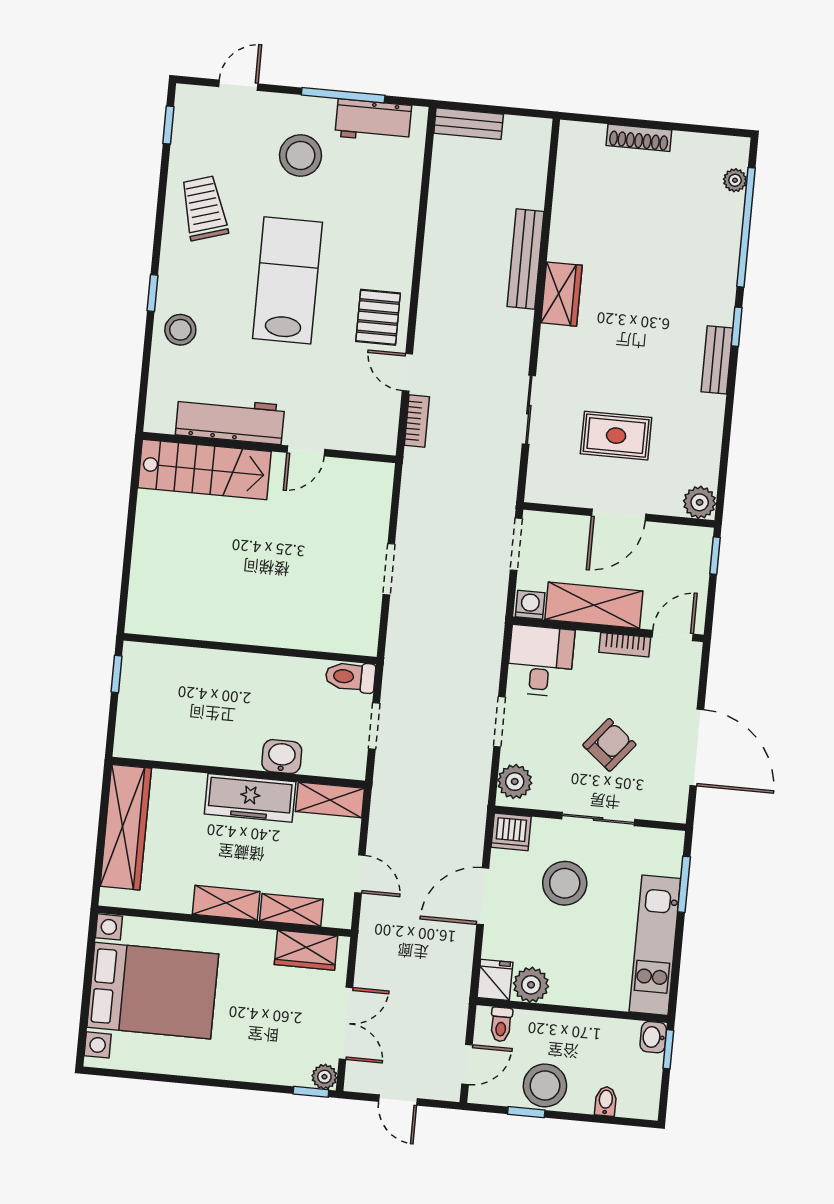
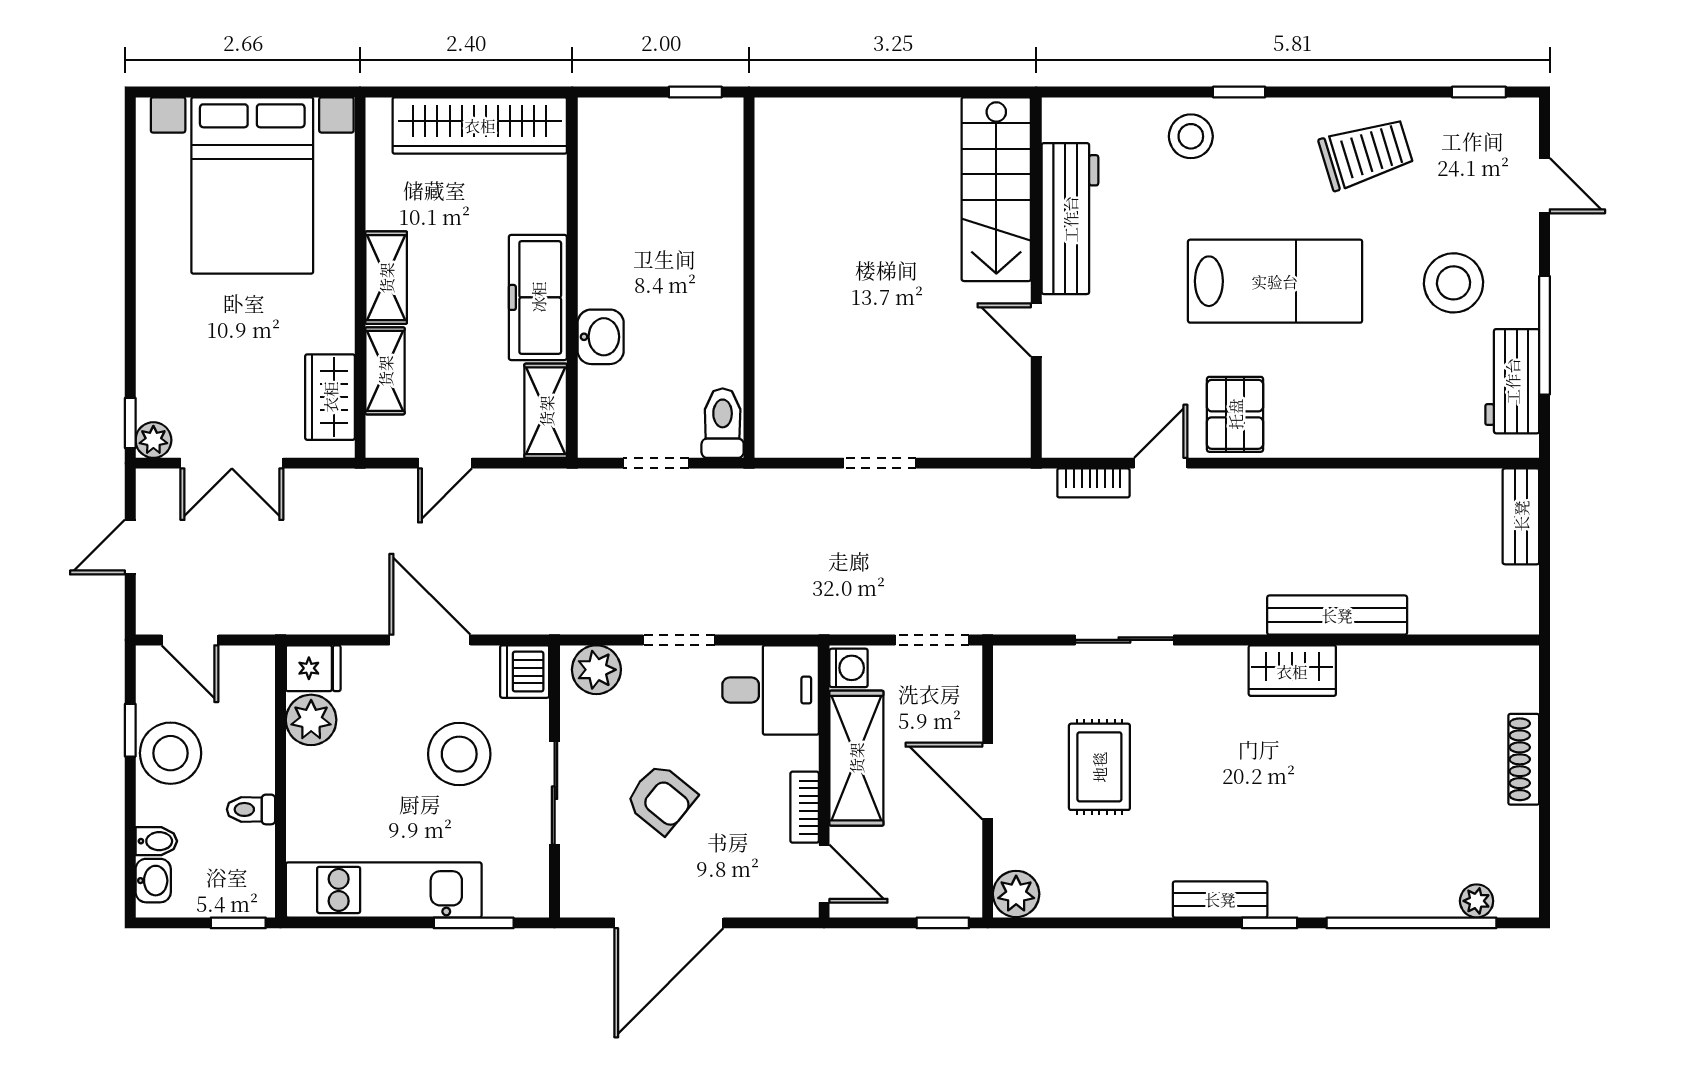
pallet: (378, 317) -> (1235, 414), turned 90
toilet: (501, 1024) -> (251, 809), moved
washbasin: (653, 1037) -> (153, 881), moved, turned 90

